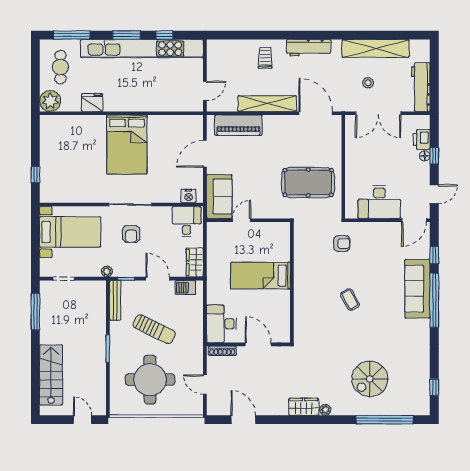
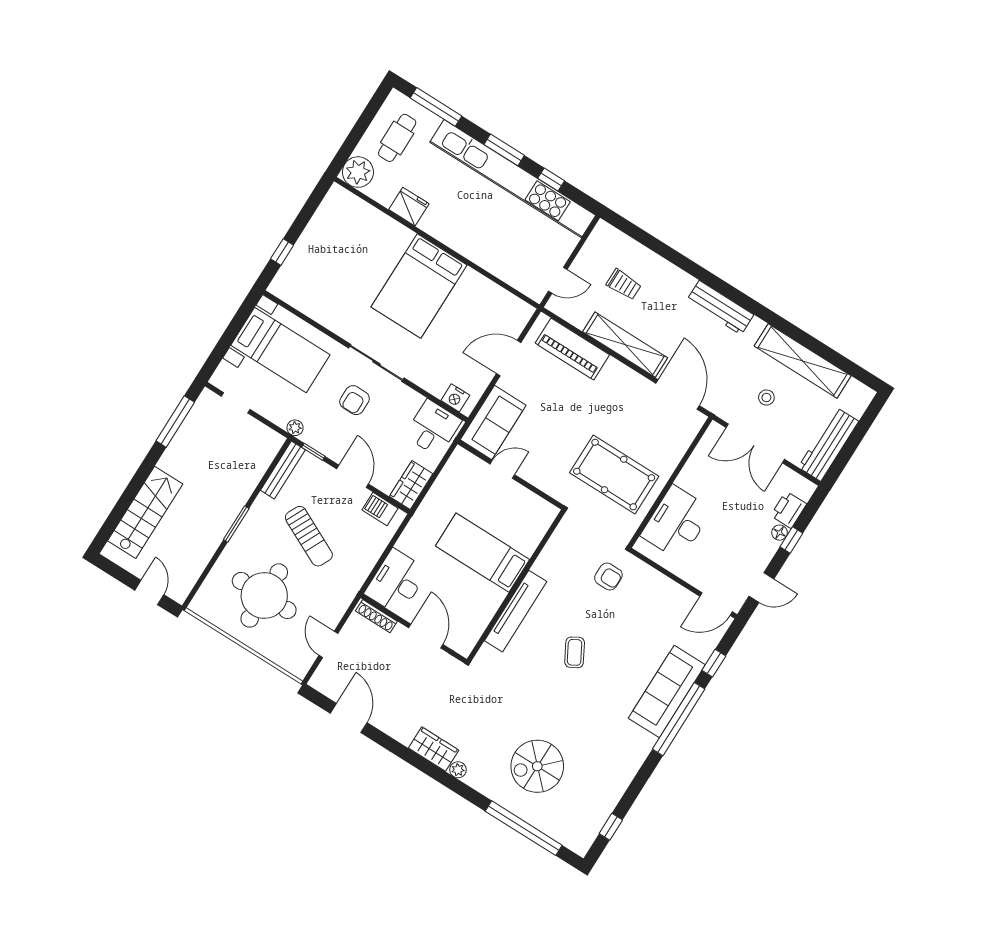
trolley: (265, 58) -> (624, 284), moved, turned 90
desk: (379, 202) -> (676, 523), moved, turned 90
tv unit: (301, 297) -> (516, 611), added

